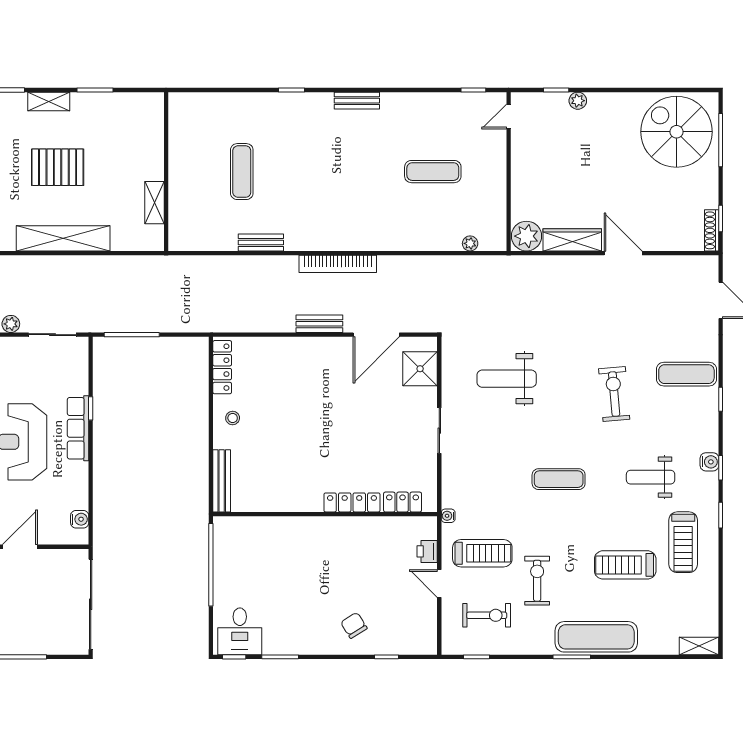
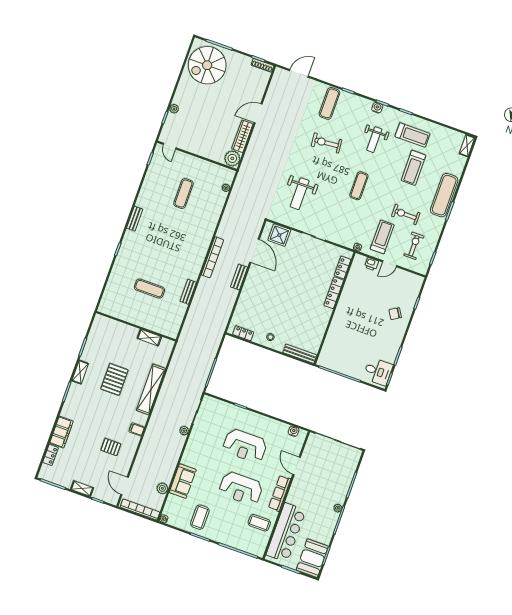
locker: (222, 367) -> (243, 333), width x0.66
row of seats: (78, 428) -> (248, 416), removed

